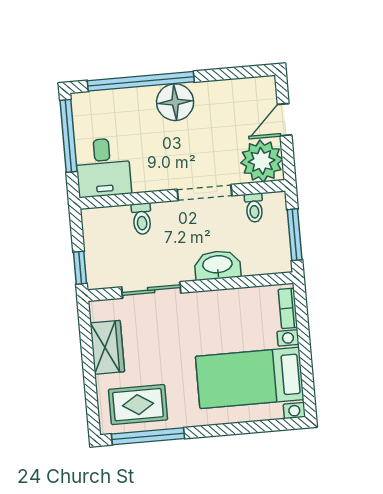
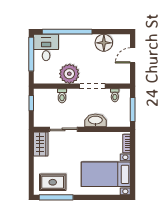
floor lamp: (175, 102) -> (104, 43), moved
plant: (262, 161) -> (69, 74), moved
desk: (103, 168) -> (46, 47), moved, turned 180
window: (80, 268) -> (31, 103), moved
wardrobe: (107, 347) -> (41, 144), moved

